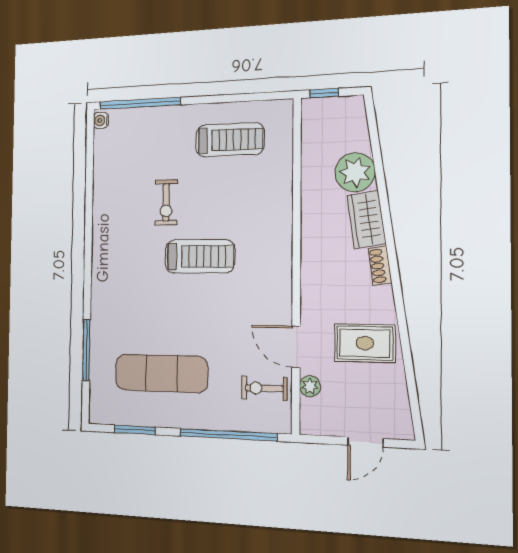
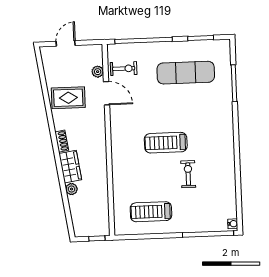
plant: (355, 172) -> (72, 189), width x0.53, depth x0.53

